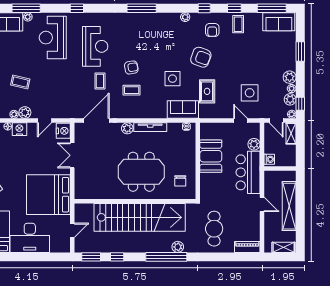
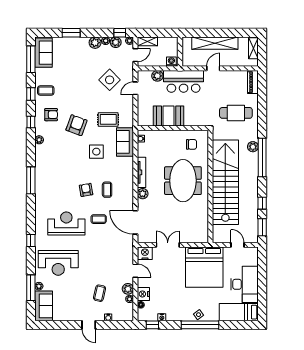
side table: (250, 93) -> (110, 80), turned 45
double door: (72, 155) -> (168, 245), swing flipped

